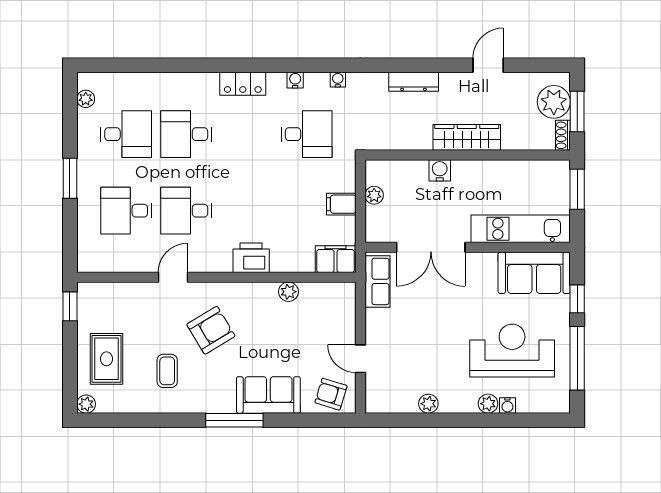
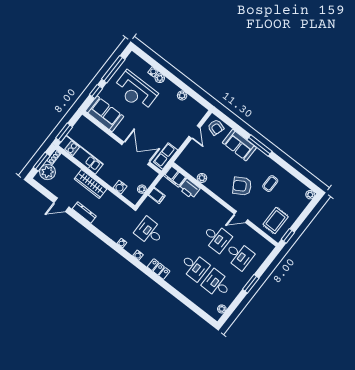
dresser: (414, 82) -> (84, 213), moved
water cooler: (440, 170) -> (120, 187), moved
kitchen unit: (521, 229) -> (81, 155), moved, turned 180
printer: (251, 258) -> (189, 189), moved
rug: (106, 359) -> (276, 221), moved

